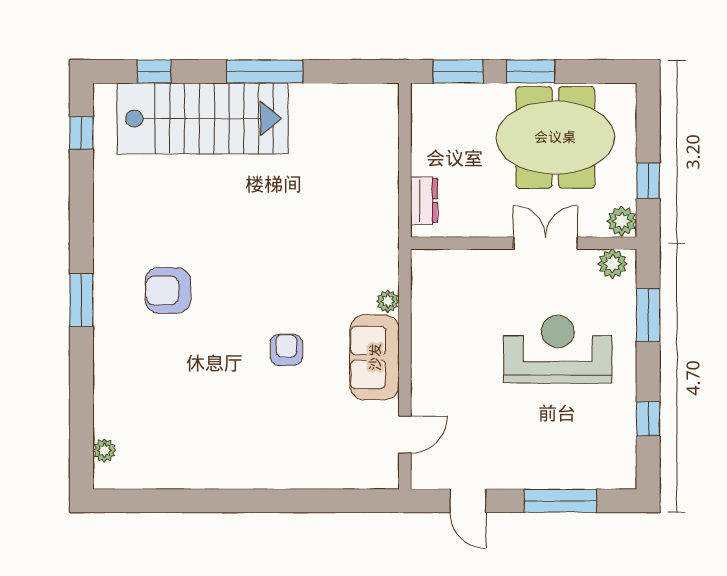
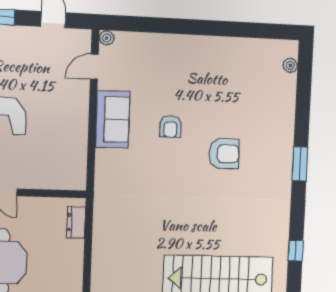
window: (81, 133) -> (296, 251), moved
armchair: (168, 290) -> (224, 154), moved
plant: (388, 301) -> (107, 38), moved

